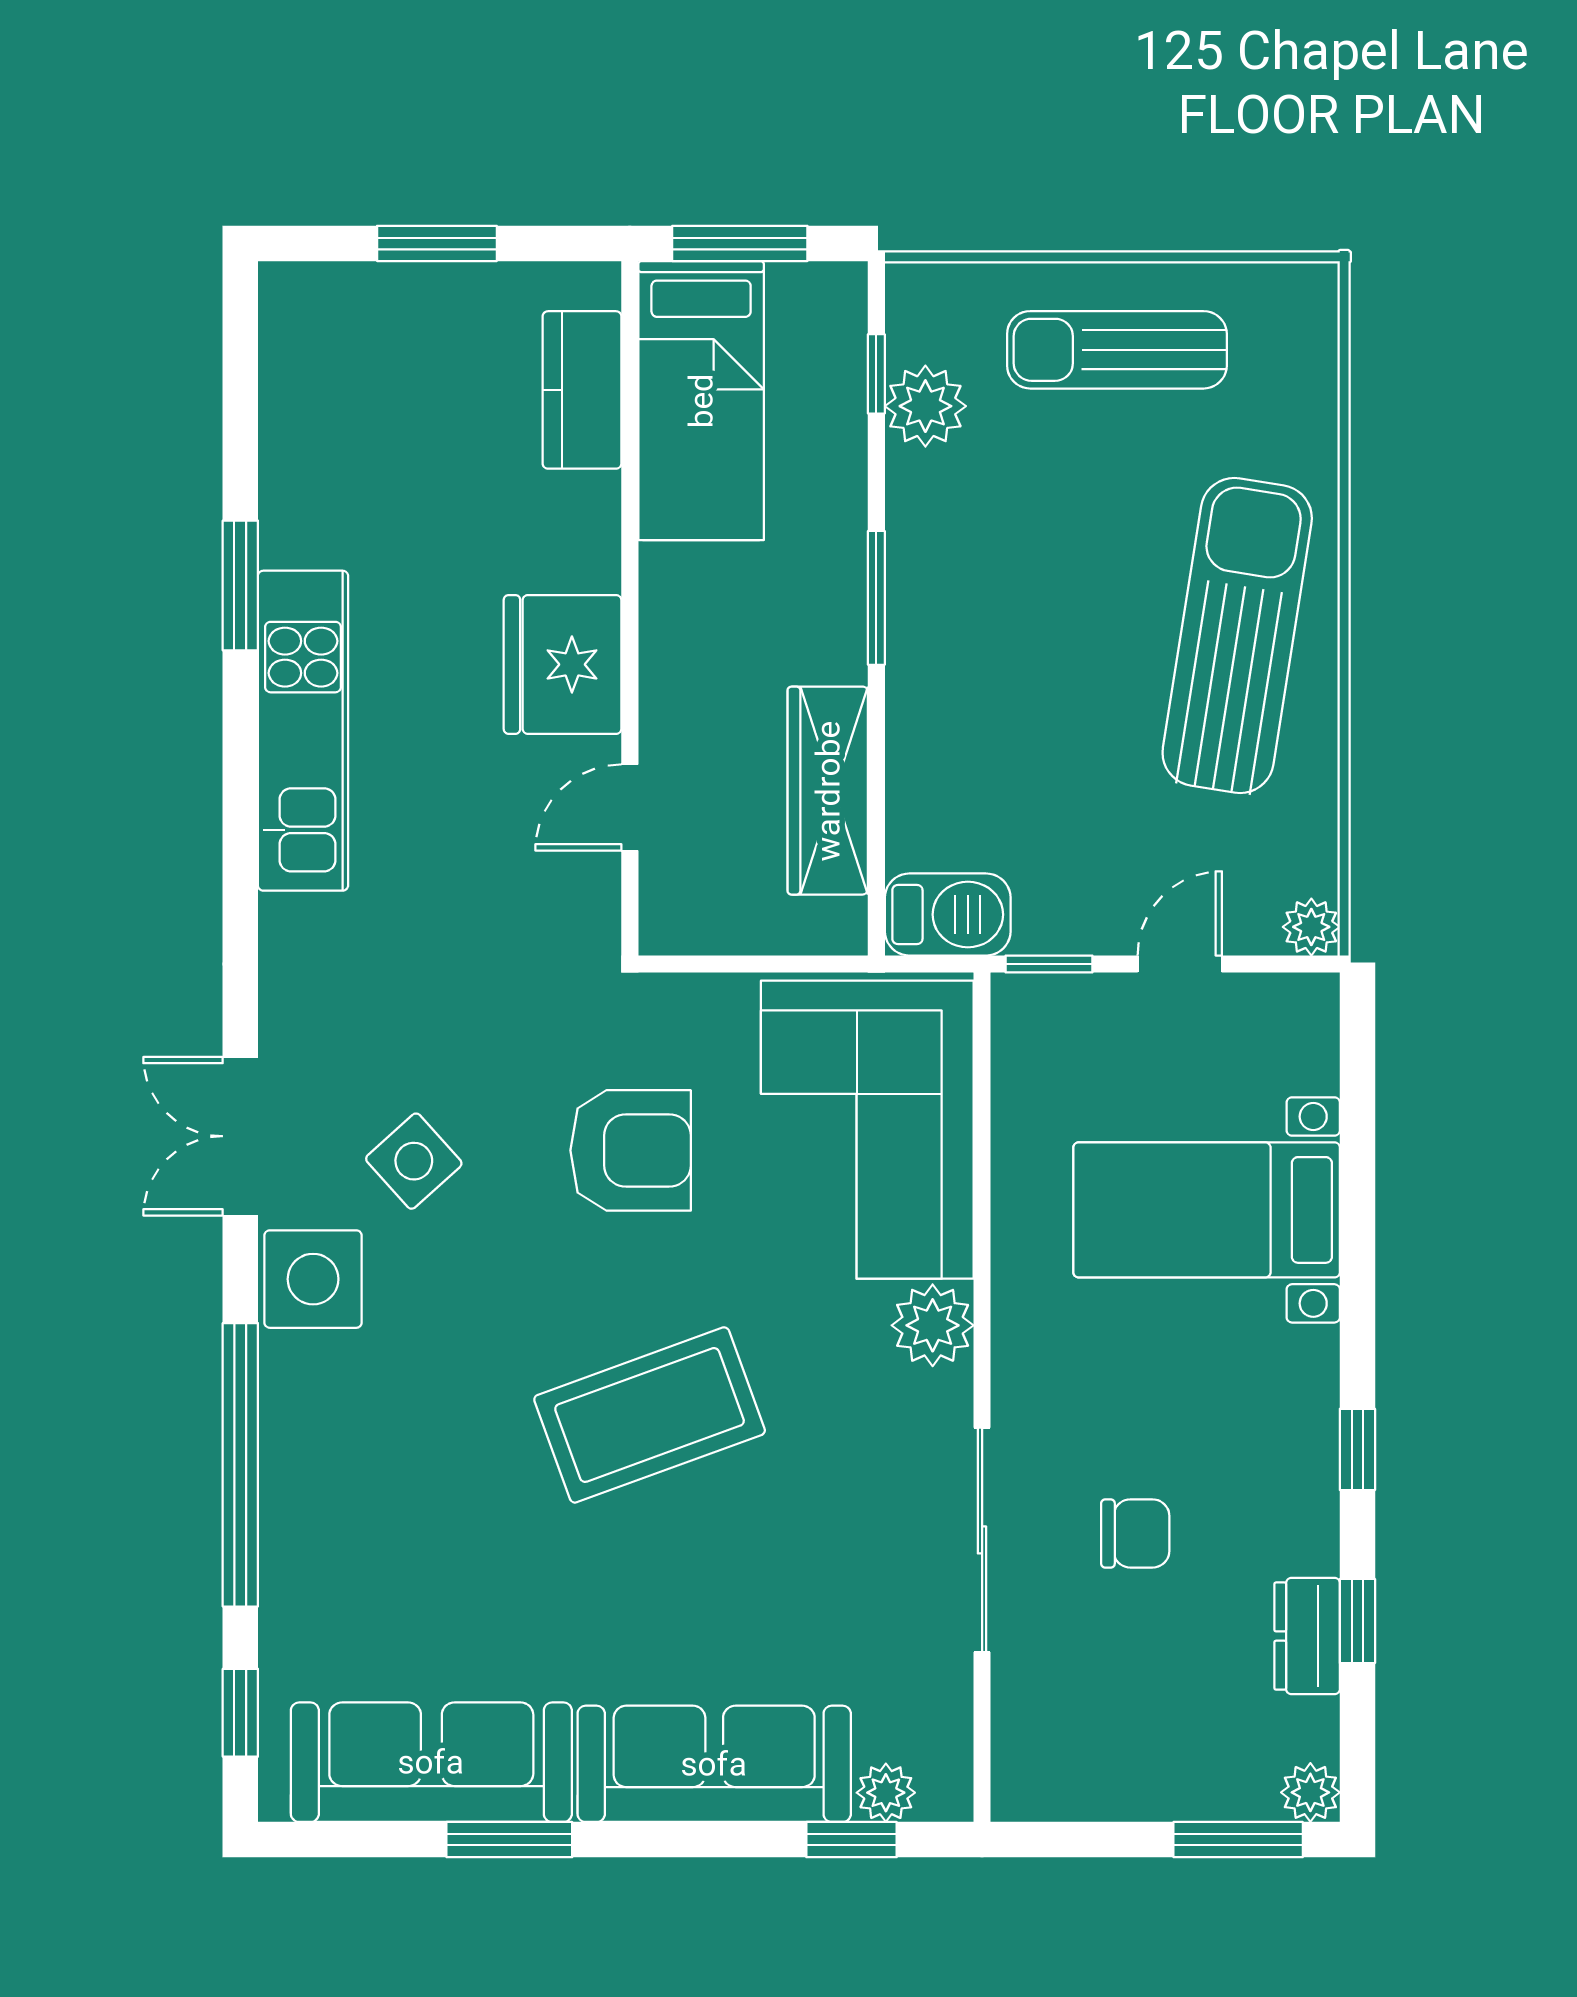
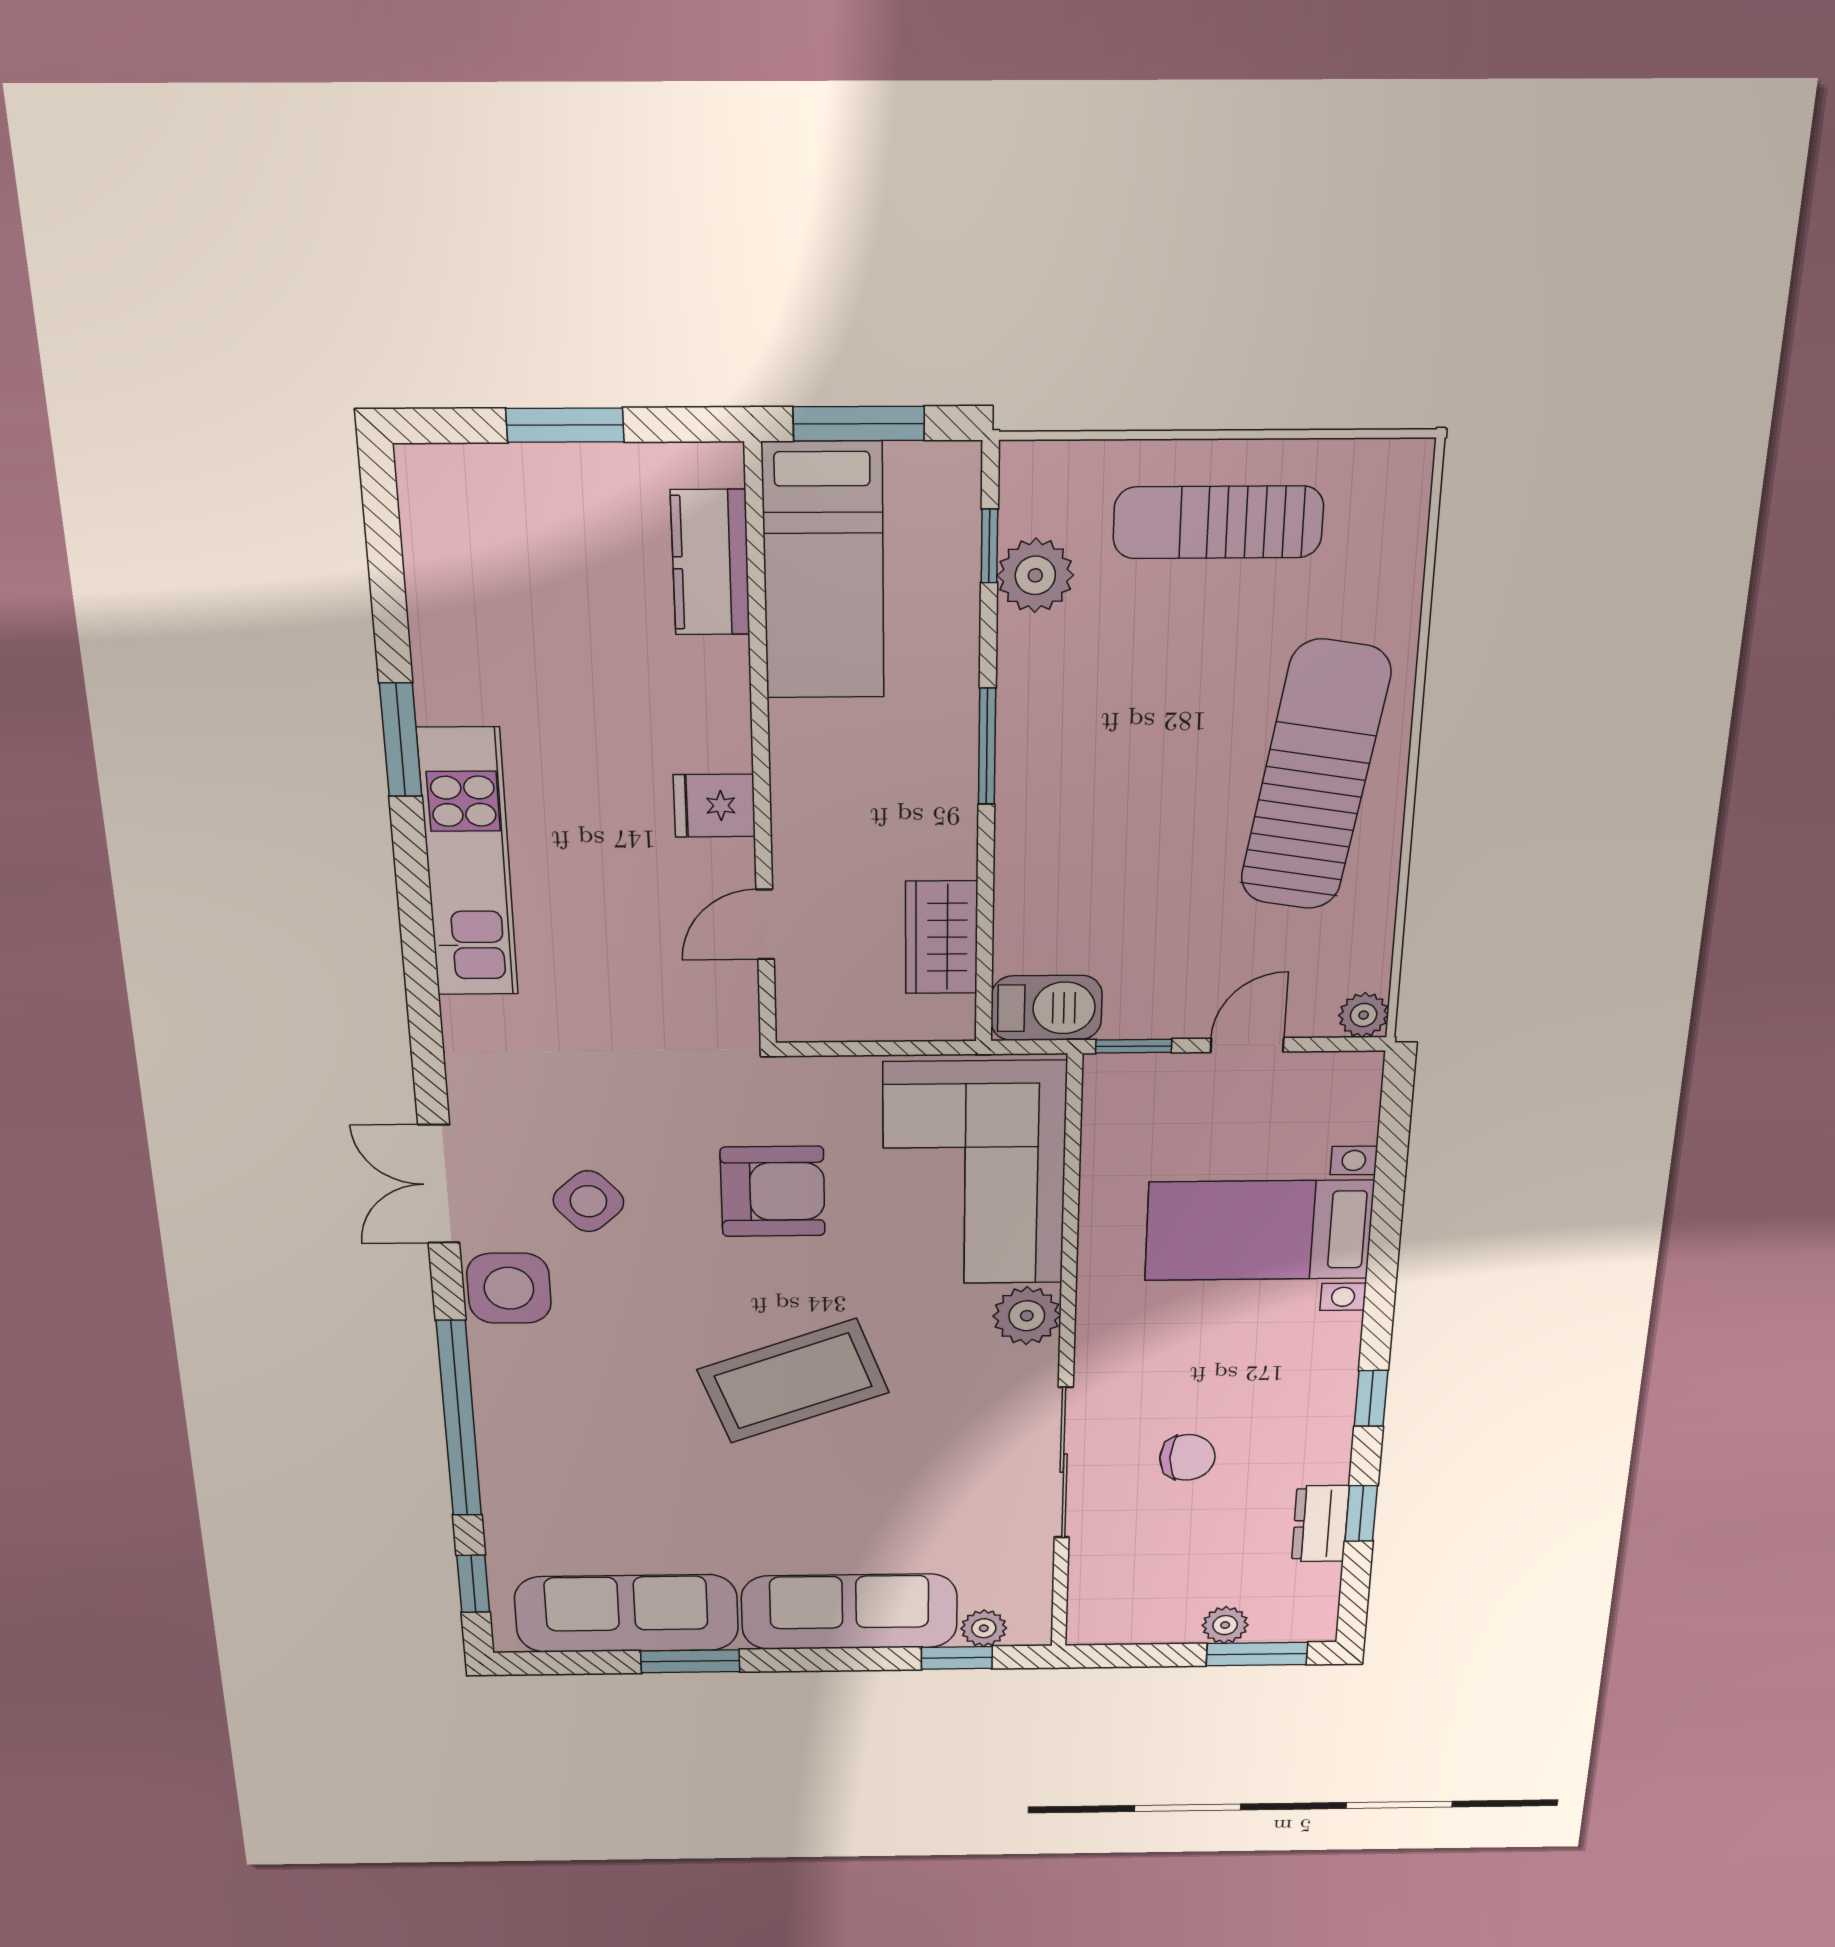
fridge: (563, 664) -> (714, 806), width x0.53, depth x0.75
wardrobe: (828, 791) -> (942, 937), width x0.67
plant: (1310, 1792) -> (1225, 1625), moved

